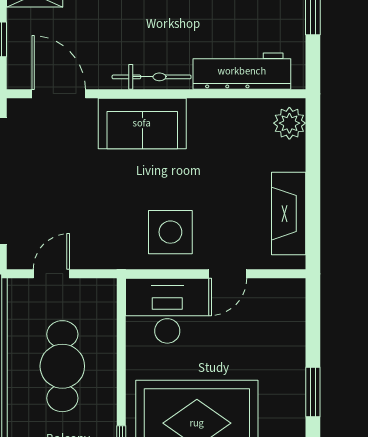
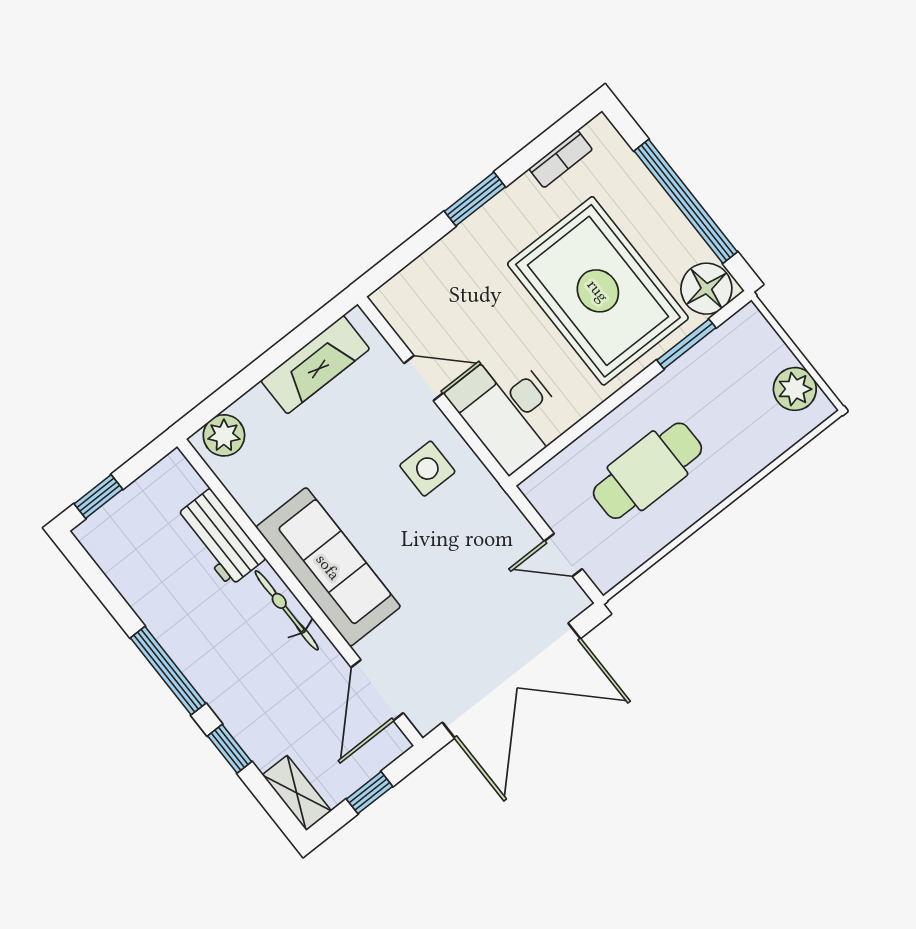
workbench: (242, 71) -> (220, 538), width x0.73
sofa: (142, 123) -> (328, 567), width x1.36
side table: (170, 232) -> (427, 469), width x0.73, depth x0.73

